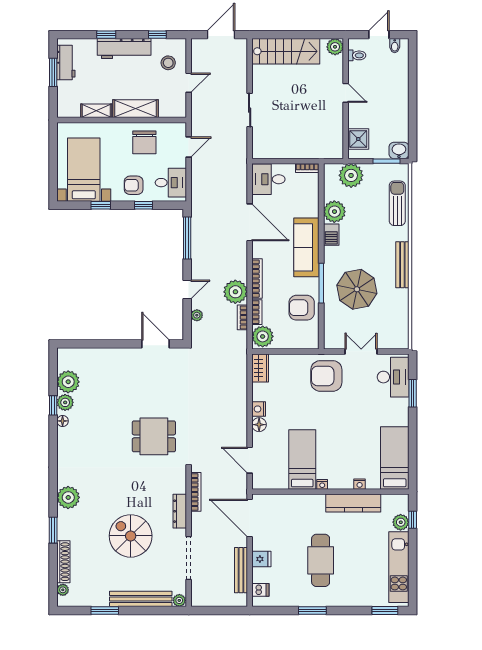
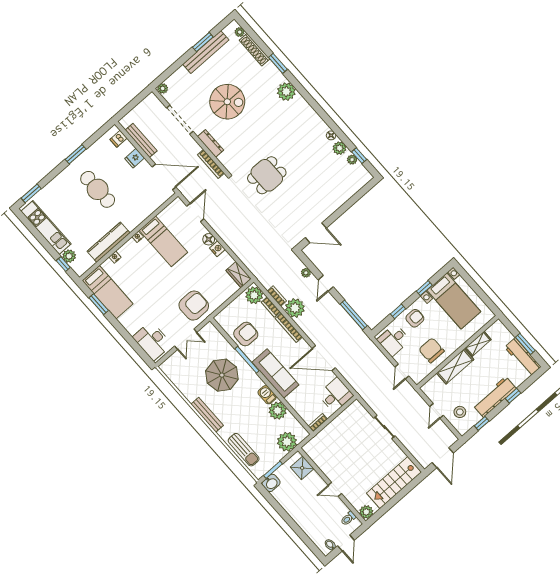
workbench: (66, 63) -> (523, 357), width x1.38
plant: (68, 382) -> (352, 160), width x0.53, depth x0.53
window: (413, 393) -> (99, 304), moved
window: (53, 405) -> (359, 156), moved
door: (250, 460) -> (195, 212), hinge flipped
bench: (141, 599) -> (206, 52), moved

